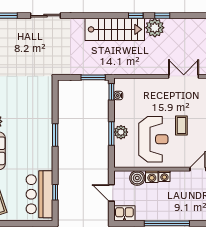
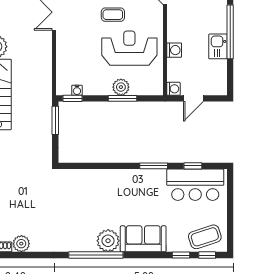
window: (55, 135) -> (154, 166), moved
washing machine: (164, 176) -> (173, 89), moved
boiler: (137, 178) -> (176, 68), removed
kitchen sink: (124, 213) -> (218, 46), moved

